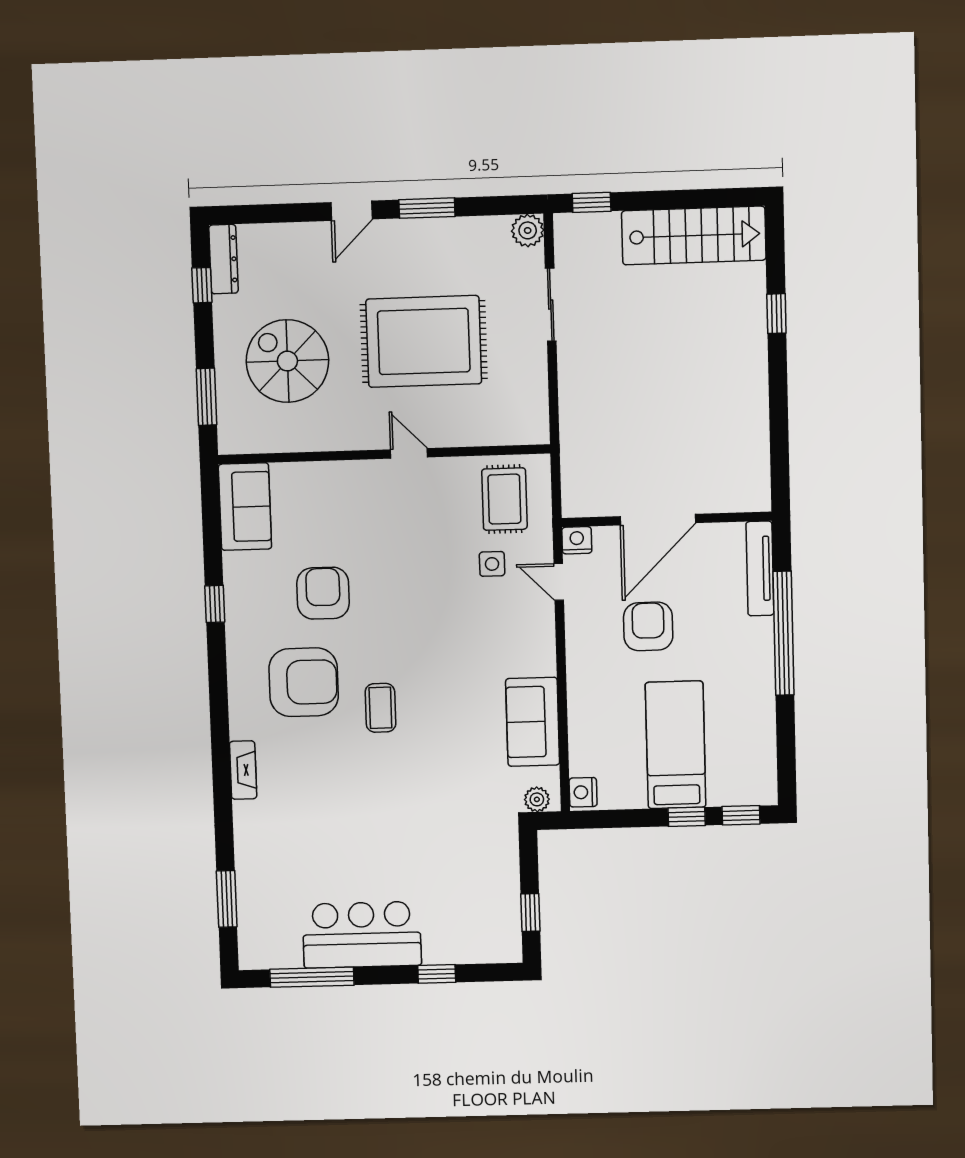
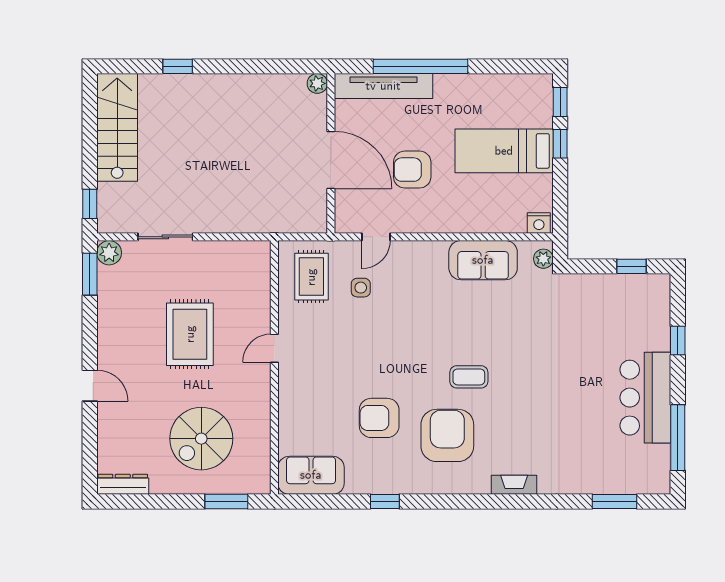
window: (427, 208) -> (90, 274), moved
window: (202, 285) -> (142, 502), removed
rug: (424, 341) -> (190, 334), width x0.73, depth x0.69
rug: (504, 499) -> (311, 277), turned 90
plant: (758, 499) -> (317, 83), added
nightstand: (577, 540) -> (345, 222), removed
tv unit: (760, 568) -> (383, 86), width x1.36, depth x1.29

